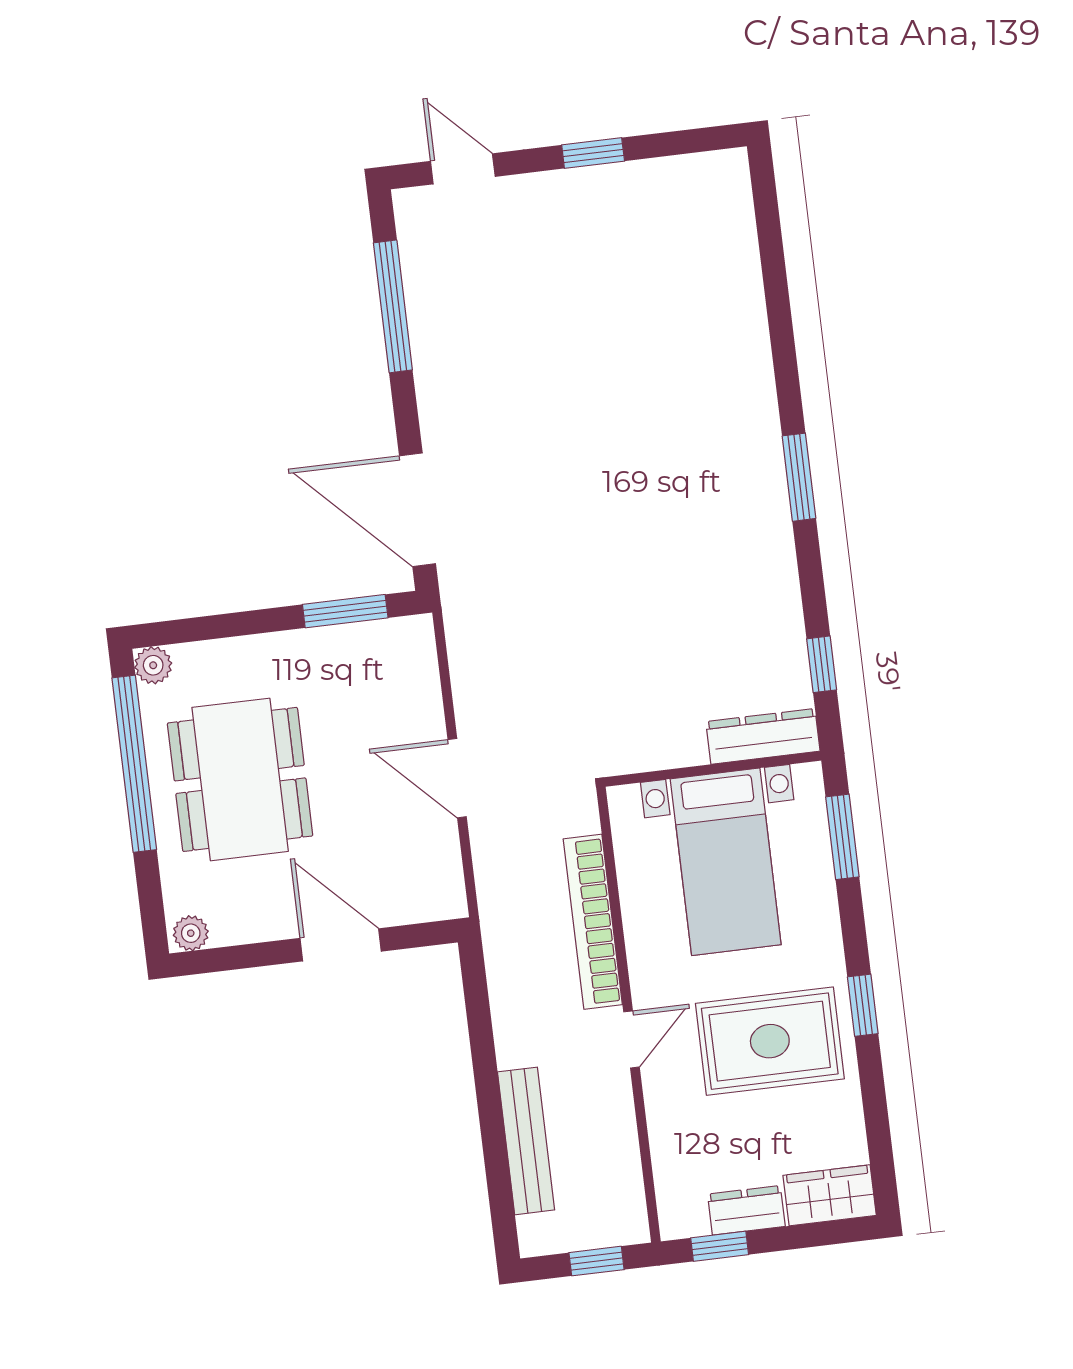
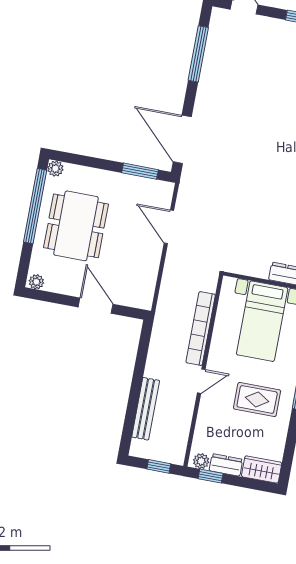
door: (457, 778) -> (169, 227), moved
rug: (770, 1041) -> (257, 399), width x0.73, depth x0.70
plant: (688, 1219) -> (201, 461), added

